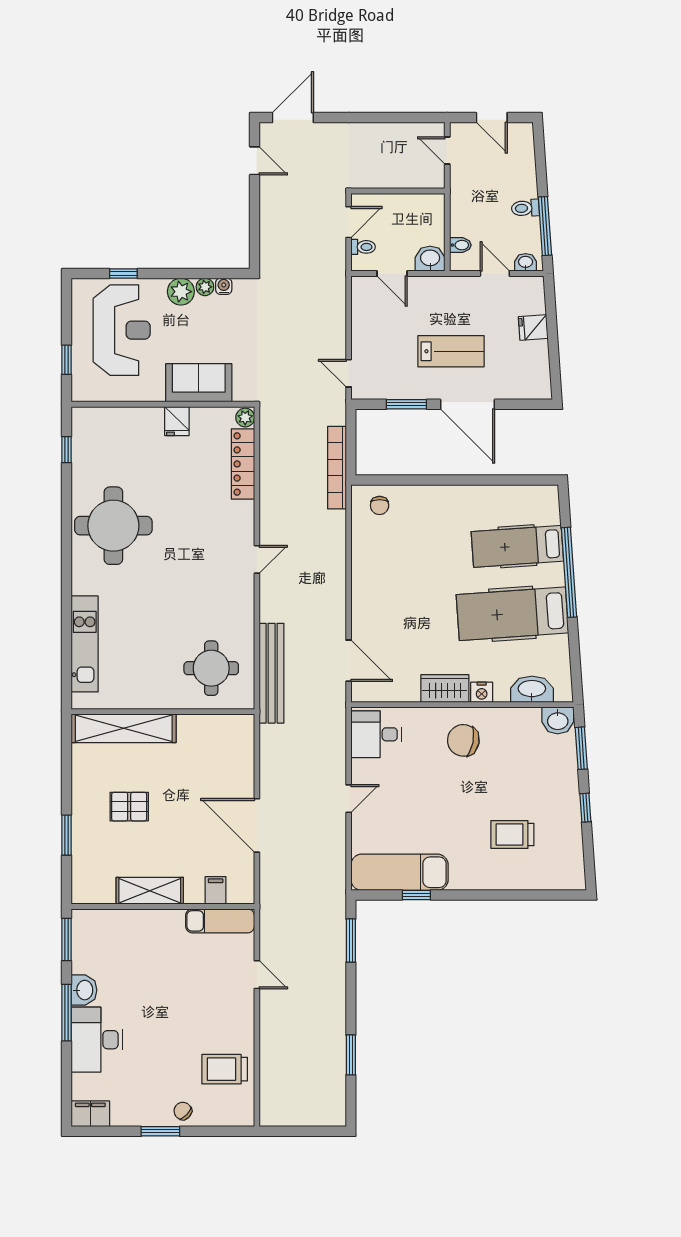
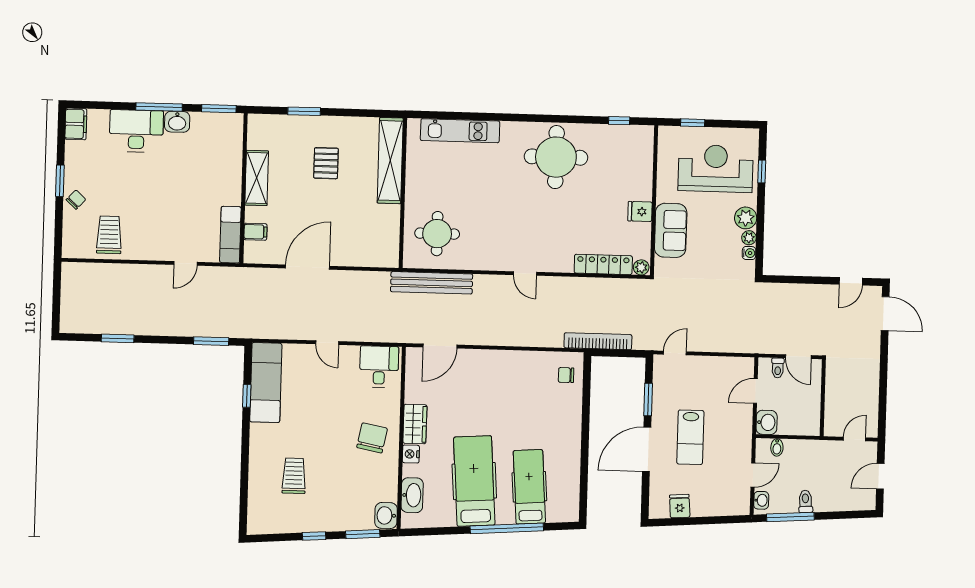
fridge: (533, 328) -> (680, 506), moved
reception desk: (122, 330) -> (716, 169), turned 180

